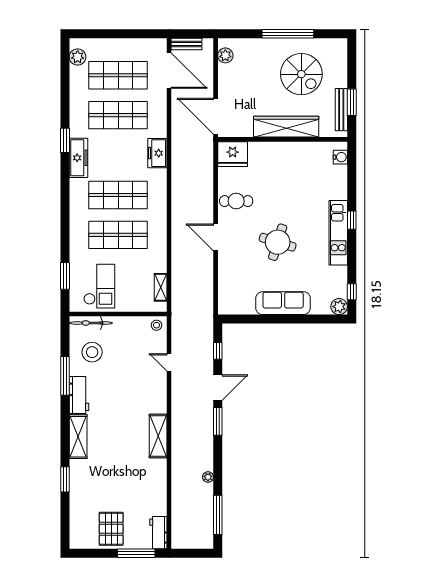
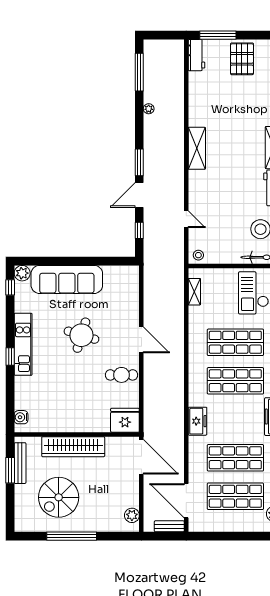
spiral stairs: (301, 74) -> (59, 497), turned -90
sofa: (283, 303) -> (67, 279), width x1.36, depth x1.27

